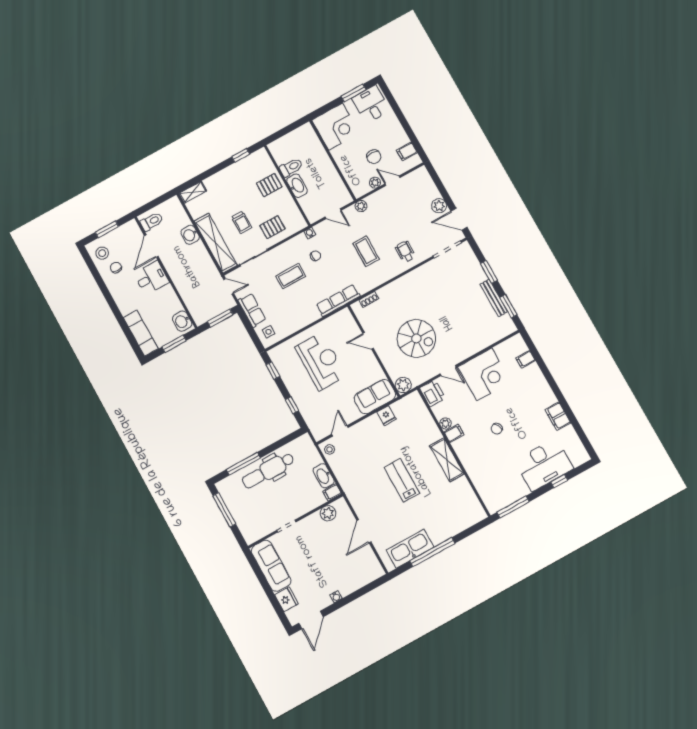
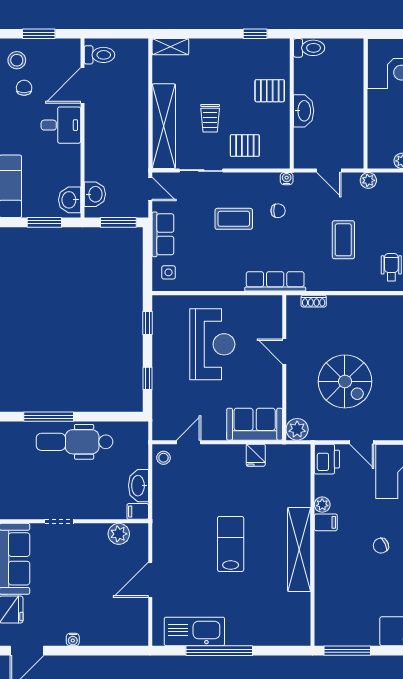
toilet: (291, 167) -> (309, 48), moved
washbasin: (190, 235) -> (95, 194), moved, turned 180
shelving: (447, 460) -> (299, 550), width x1.47

